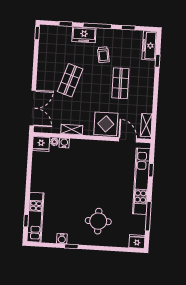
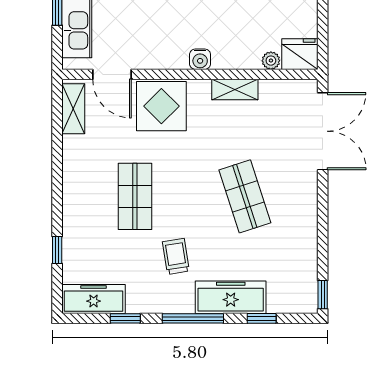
freezer: (84, 35) -> (231, 297), width x1.40
freezer: (149, 46) -> (94, 299), moved, turned -90
shop shelf: (70, 80) -> (245, 196), turned -36
double door: (33, 108) -> (323, 131), swing flipped
water cooler: (64, 143) -> (200, 59), moved

